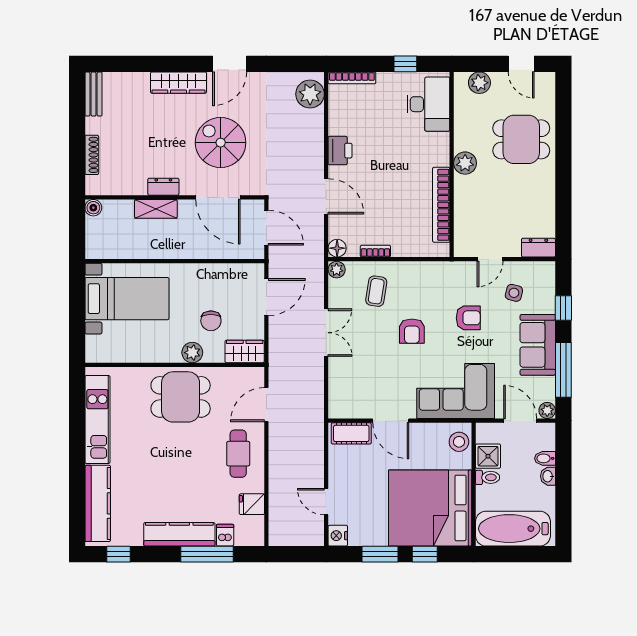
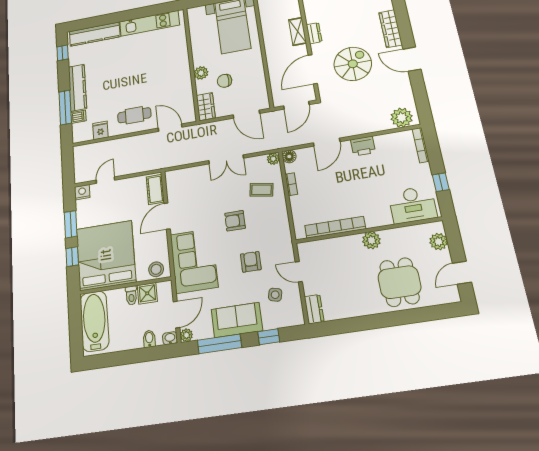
armchair: (468, 318) -> (251, 262), turned 180
dining table: (181, 397) -> (170, 71), removed
washbasin: (548, 476) -> (170, 338), moved

